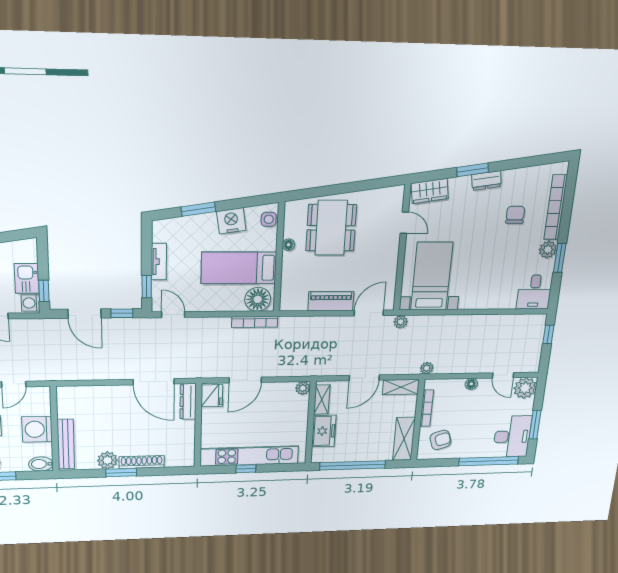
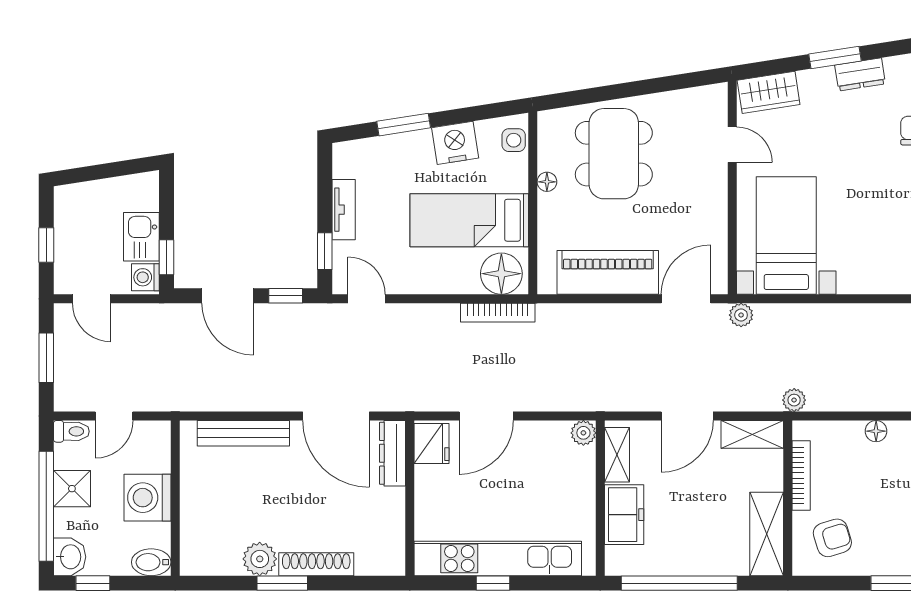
piano: (331, 301) -> (608, 272), width x1.37, depth x1.33
bench: (66, 444) -> (243, 433), moved, turned 90

